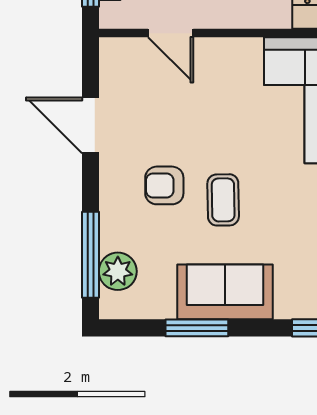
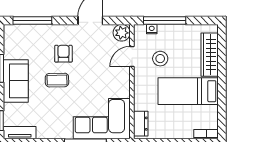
plant: (118, 271) -> (122, 33), moved

